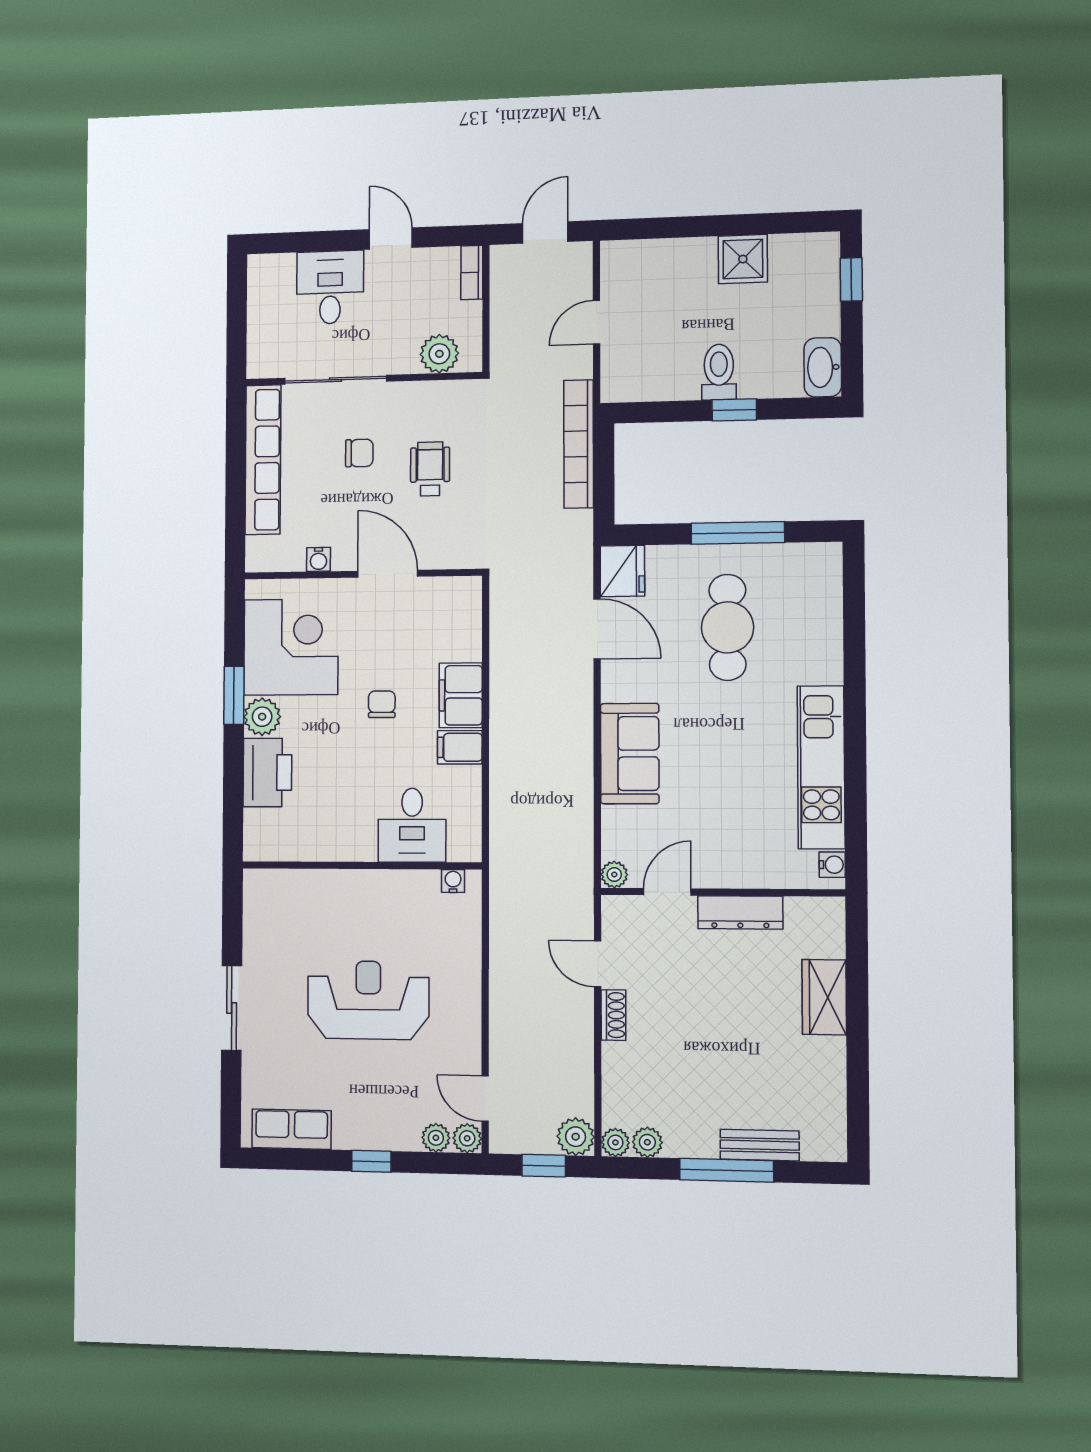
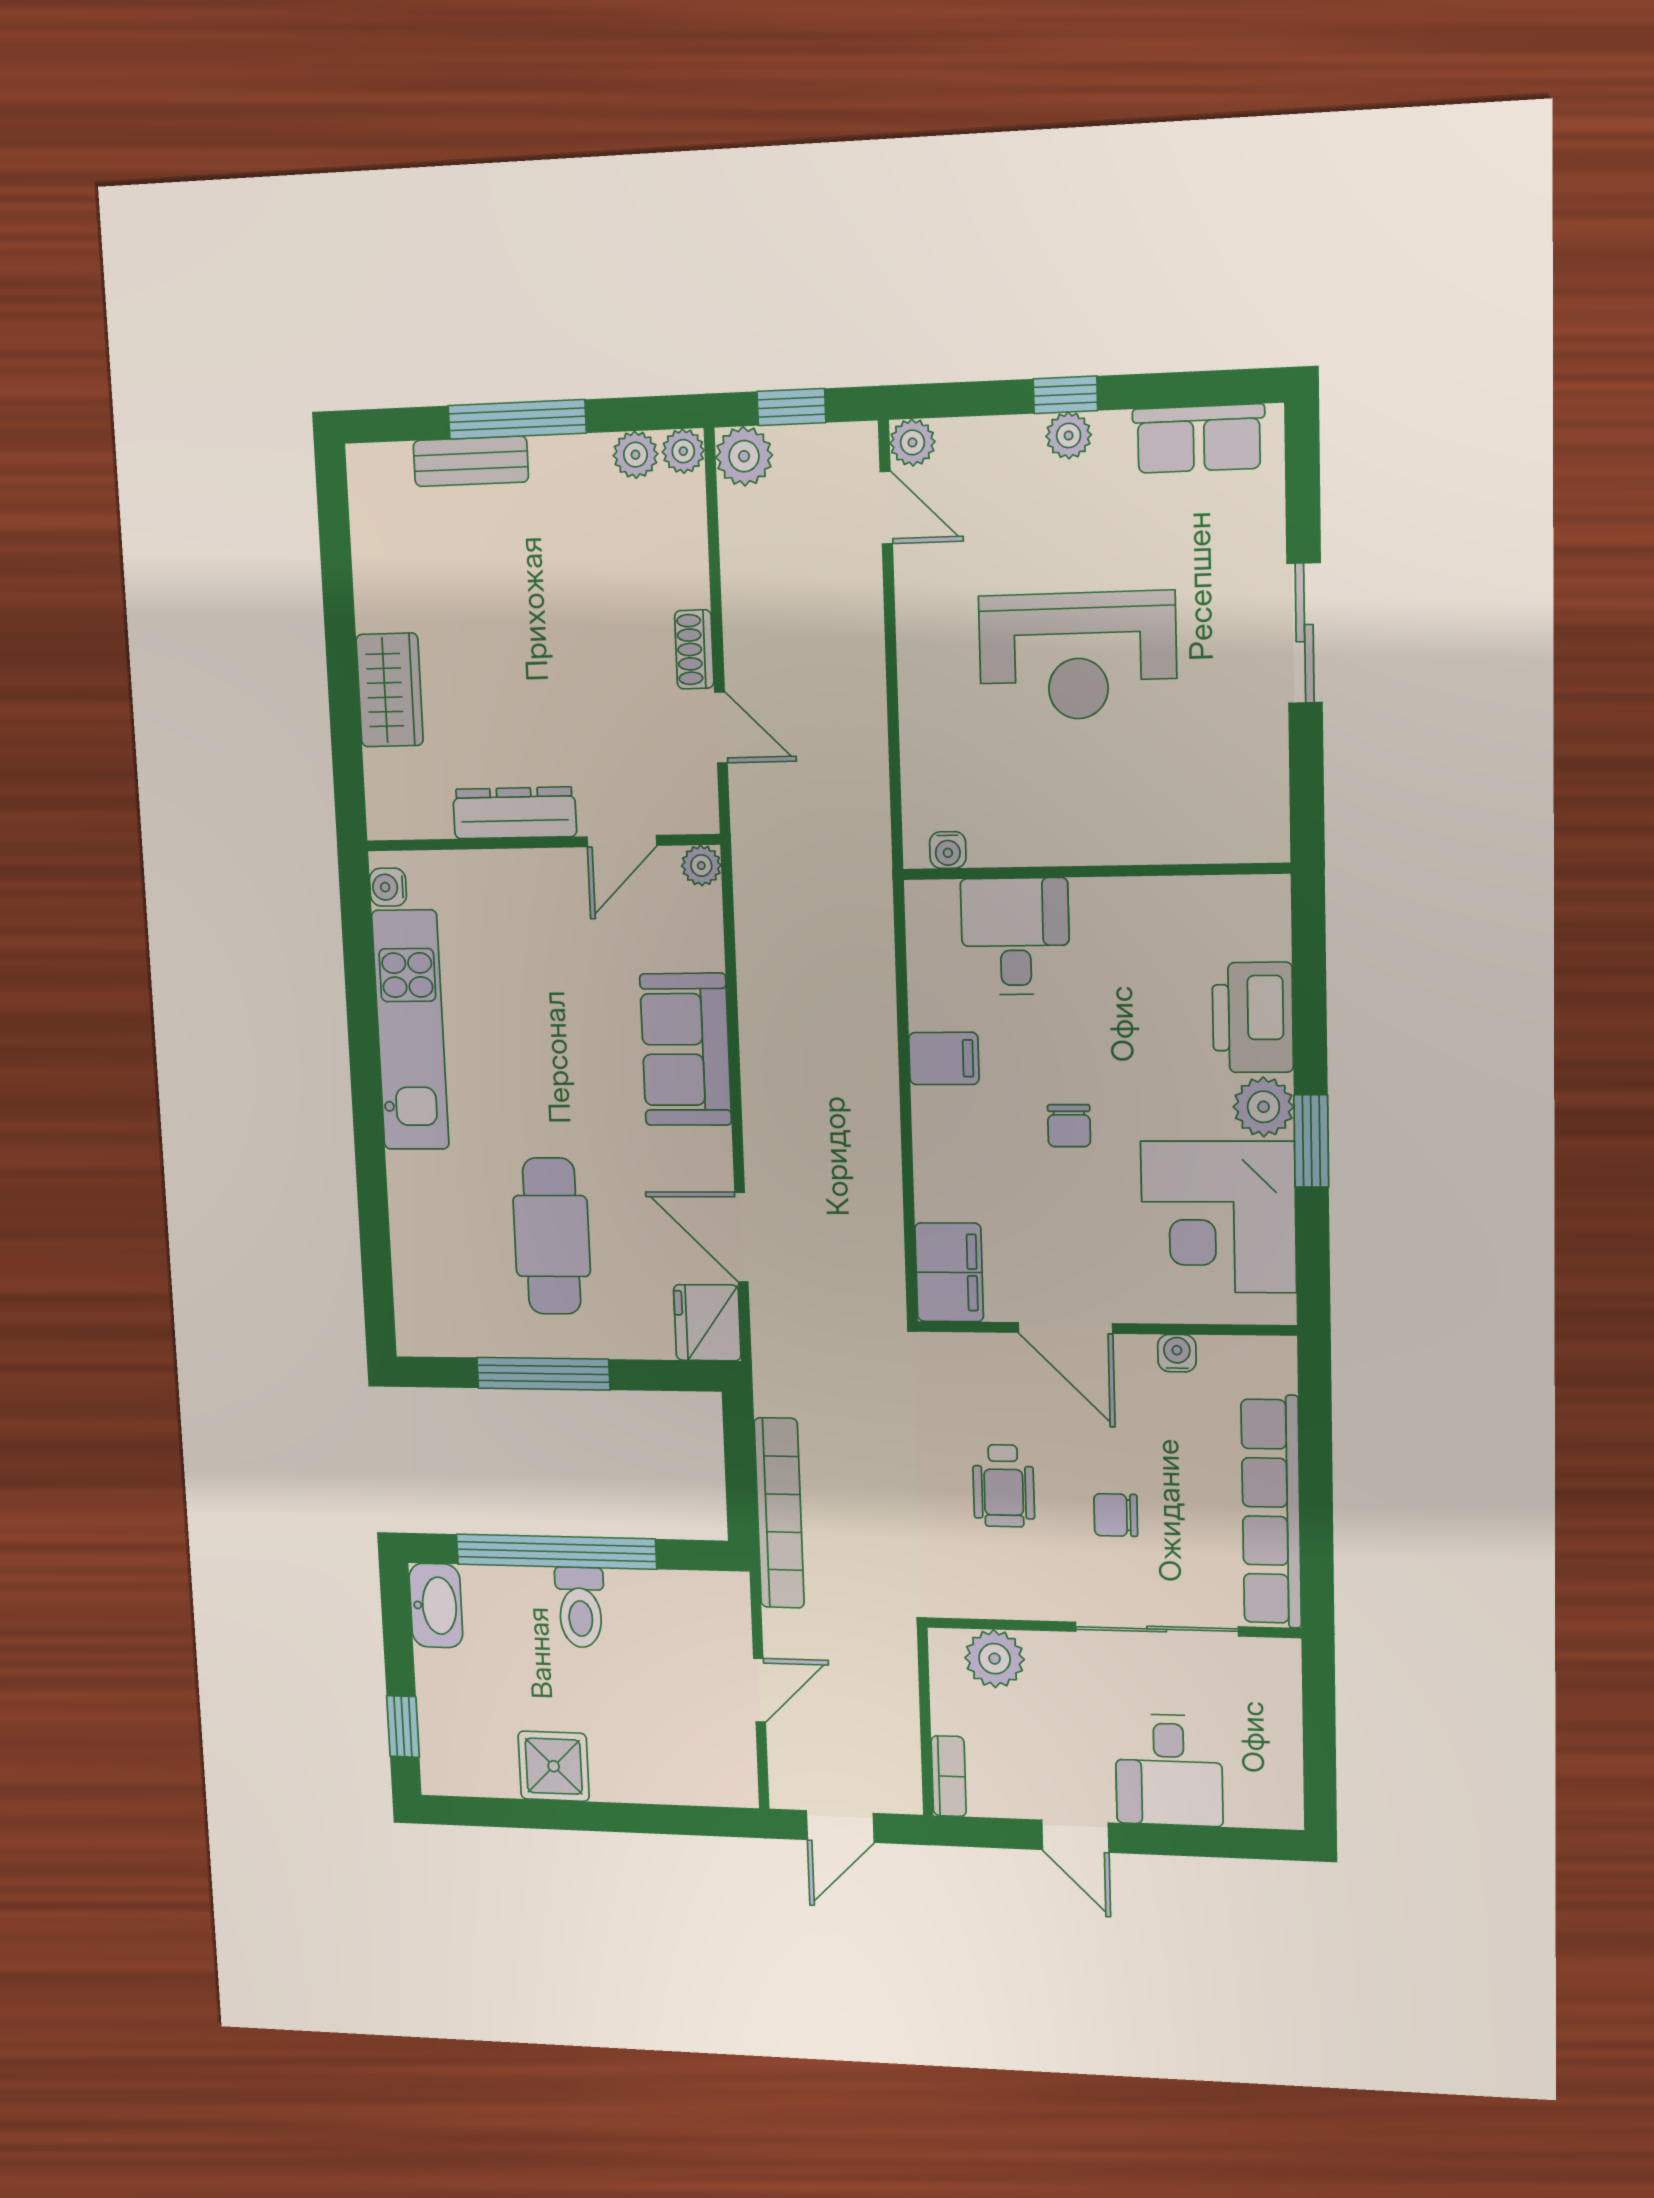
window: (734, 410) -> (556, 1552), width x3.17
filing cabinet: (461, 695) -> (949, 1272), moved
plant: (436, 1138) -> (1069, 435), moved

